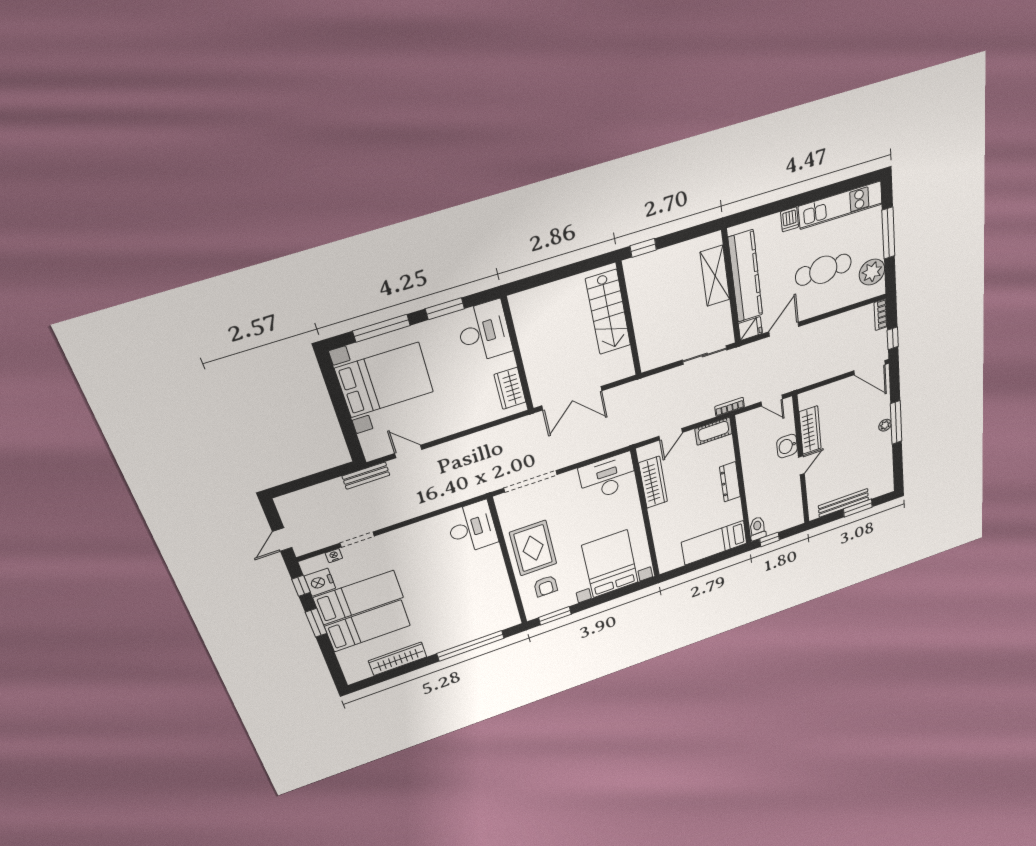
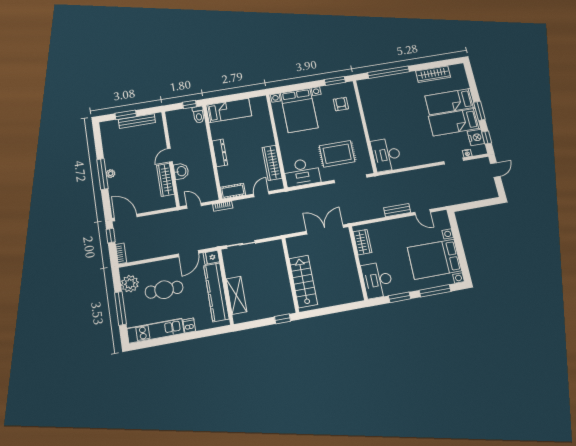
bench: (366, 476) -> (397, 210), moved
rug: (533, 548) -> (337, 154), moved, turned 90

